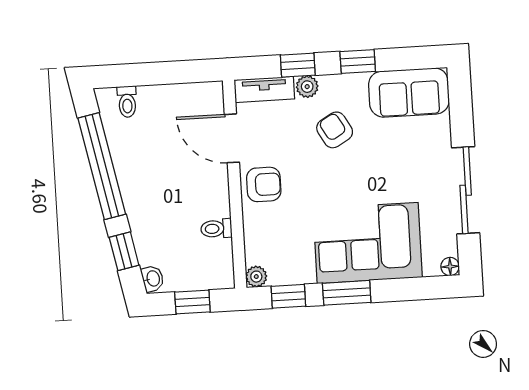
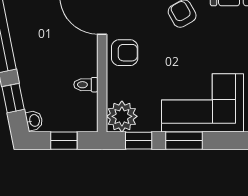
plant: (256, 277) -> (122, 116), width x1.87, depth x1.87

